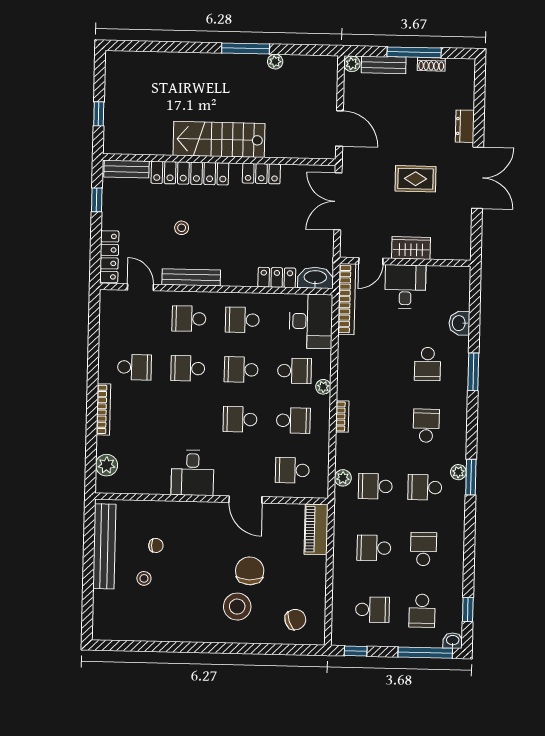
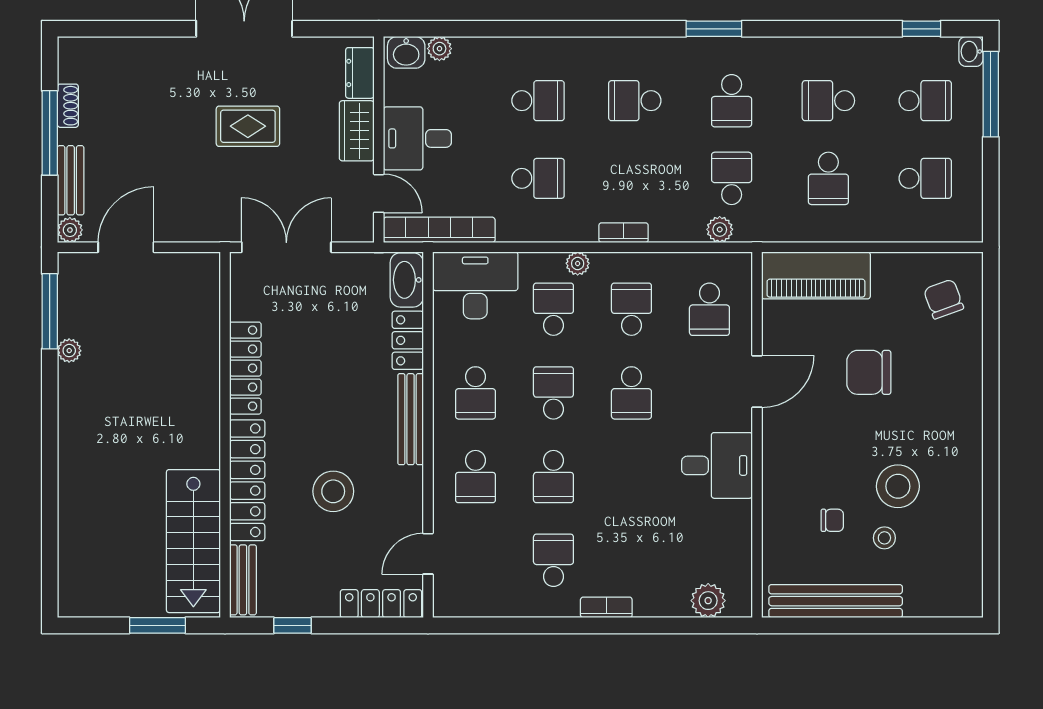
window: (246, 48) -> (50, 311), moved
window: (99, 114) -> (157, 625), width x1.50
dresser: (465, 126) -> (360, 73), moved, turned 90
door: (340, 128) -> (126, 247), moved
stairs: (219, 139) -> (193, 541), moved
locker: (261, 174) -> (245, 368), width x1.53
rug: (415, 179) -> (248, 126), turned 90
double door: (338, 201) -> (286, 247), swing flipped
stool: (182, 228) -> (333, 491), width x1.89, depth x1.89
bench: (191, 277) -> (411, 419), moved
washbasin: (459, 323) -> (406, 52), moved
school desk: (378, 363) -> (538, 178), added
school desk: (241, 370) -> (553, 393), turned 180
window: (473, 372) -> (549, 29), removed
bookcase: (103, 409) -> (606, 607), width x0.64
plant: (458, 472) -> (439, 49), moved
school desk: (375, 486) -> (732, 178), turned 180
piano: (316, 529) -> (816, 275), width x1.37, depth x1.33
chair: (156, 545) -> (832, 520), turned 90
stool: (237, 607) -> (898, 486), moved
school desk: (372, 610) -> (925, 178), turned 90
window: (356, 651) -> (991, 203), removed

